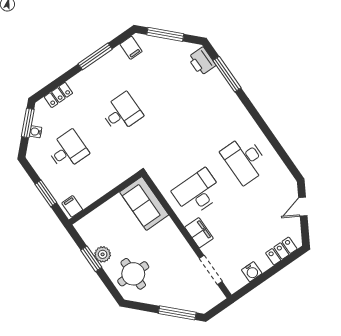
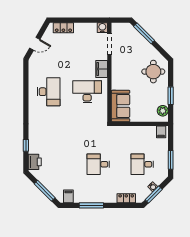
window: (227, 74) -> (26, 145), width x0.46
desk: (197, 192) -> (87, 92), turned 180
window: (46, 193) -> (171, 160), moved
plant: (103, 254) -> (163, 111), moved
water cooler: (252, 272) -> (102, 28), moved

